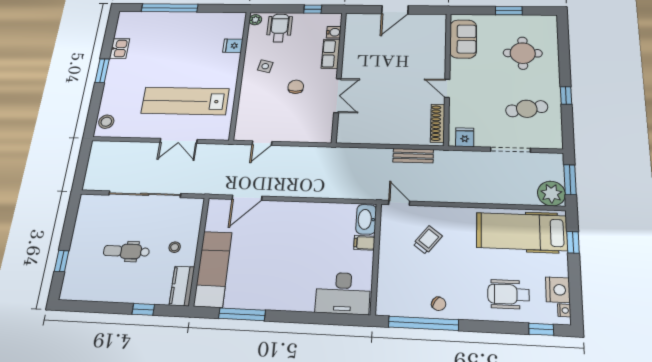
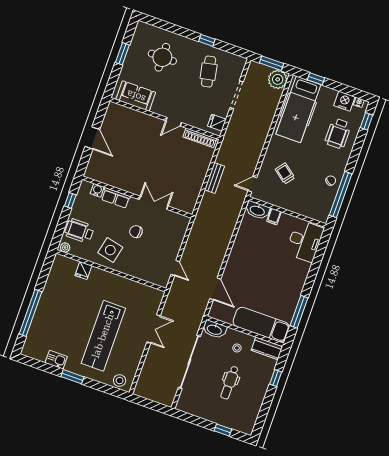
side table: (265, 66) -> (110, 250), width x1.87, depth x1.87
lab bench: (185, 101) -> (103, 336), moved
bench: (413, 156) -> (215, 178), moved
washbasin: (193, 212) -> (214, 329), added

